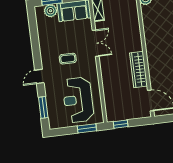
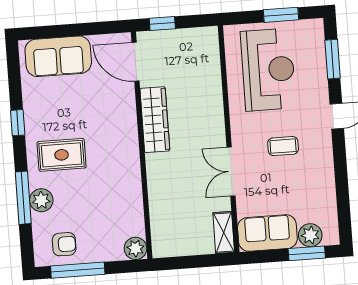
window: (121, 124) -> (162, 23), moved
window: (87, 128) -> (281, 15), moved

